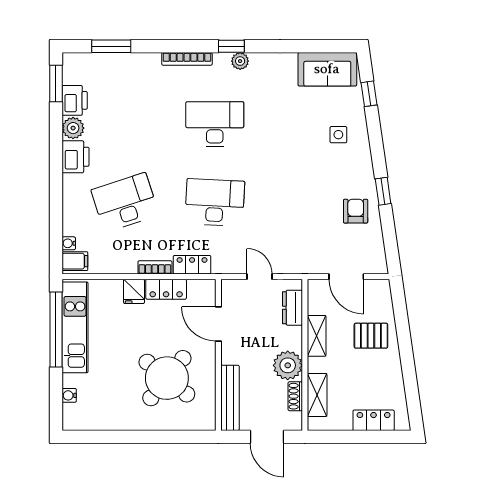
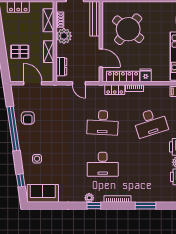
window: (111, 46) -> (146, 206), moved
window: (383, 191) -> (13, 129), width x3.17
locker: (166, 289) -> (123, 76), width x1.53

